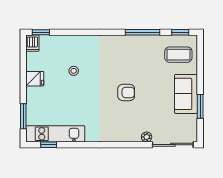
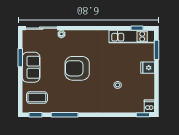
fridge: (35, 79) -> (148, 68), moved
armchair: (126, 92) -> (77, 68), width x1.88, depth x1.88

